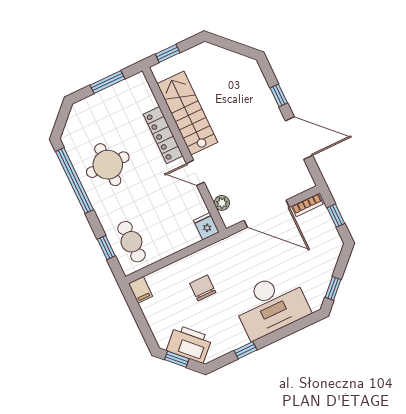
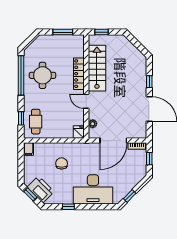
door: (267, 214) -> (113, 141), hinge flipped

